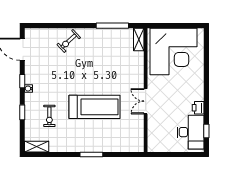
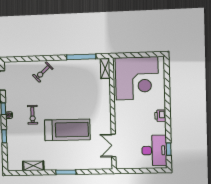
double door: (146, 101) -> (113, 145), moved
printer: (198, 108) -> (160, 116), moved
exercise bike: (49, 116) -> (33, 115), moved
shelving: (37, 147) -> (33, 166), moved

